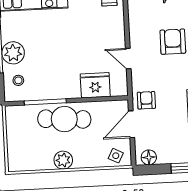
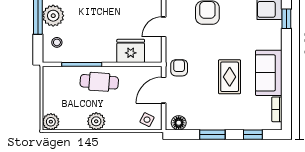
door: (128, 59) -> (164, 27), hinge flipped
cafe table: (64, 119) -> (99, 82), width x0.73, depth x0.74
plant: (16, 163) -> (51, 122), added

